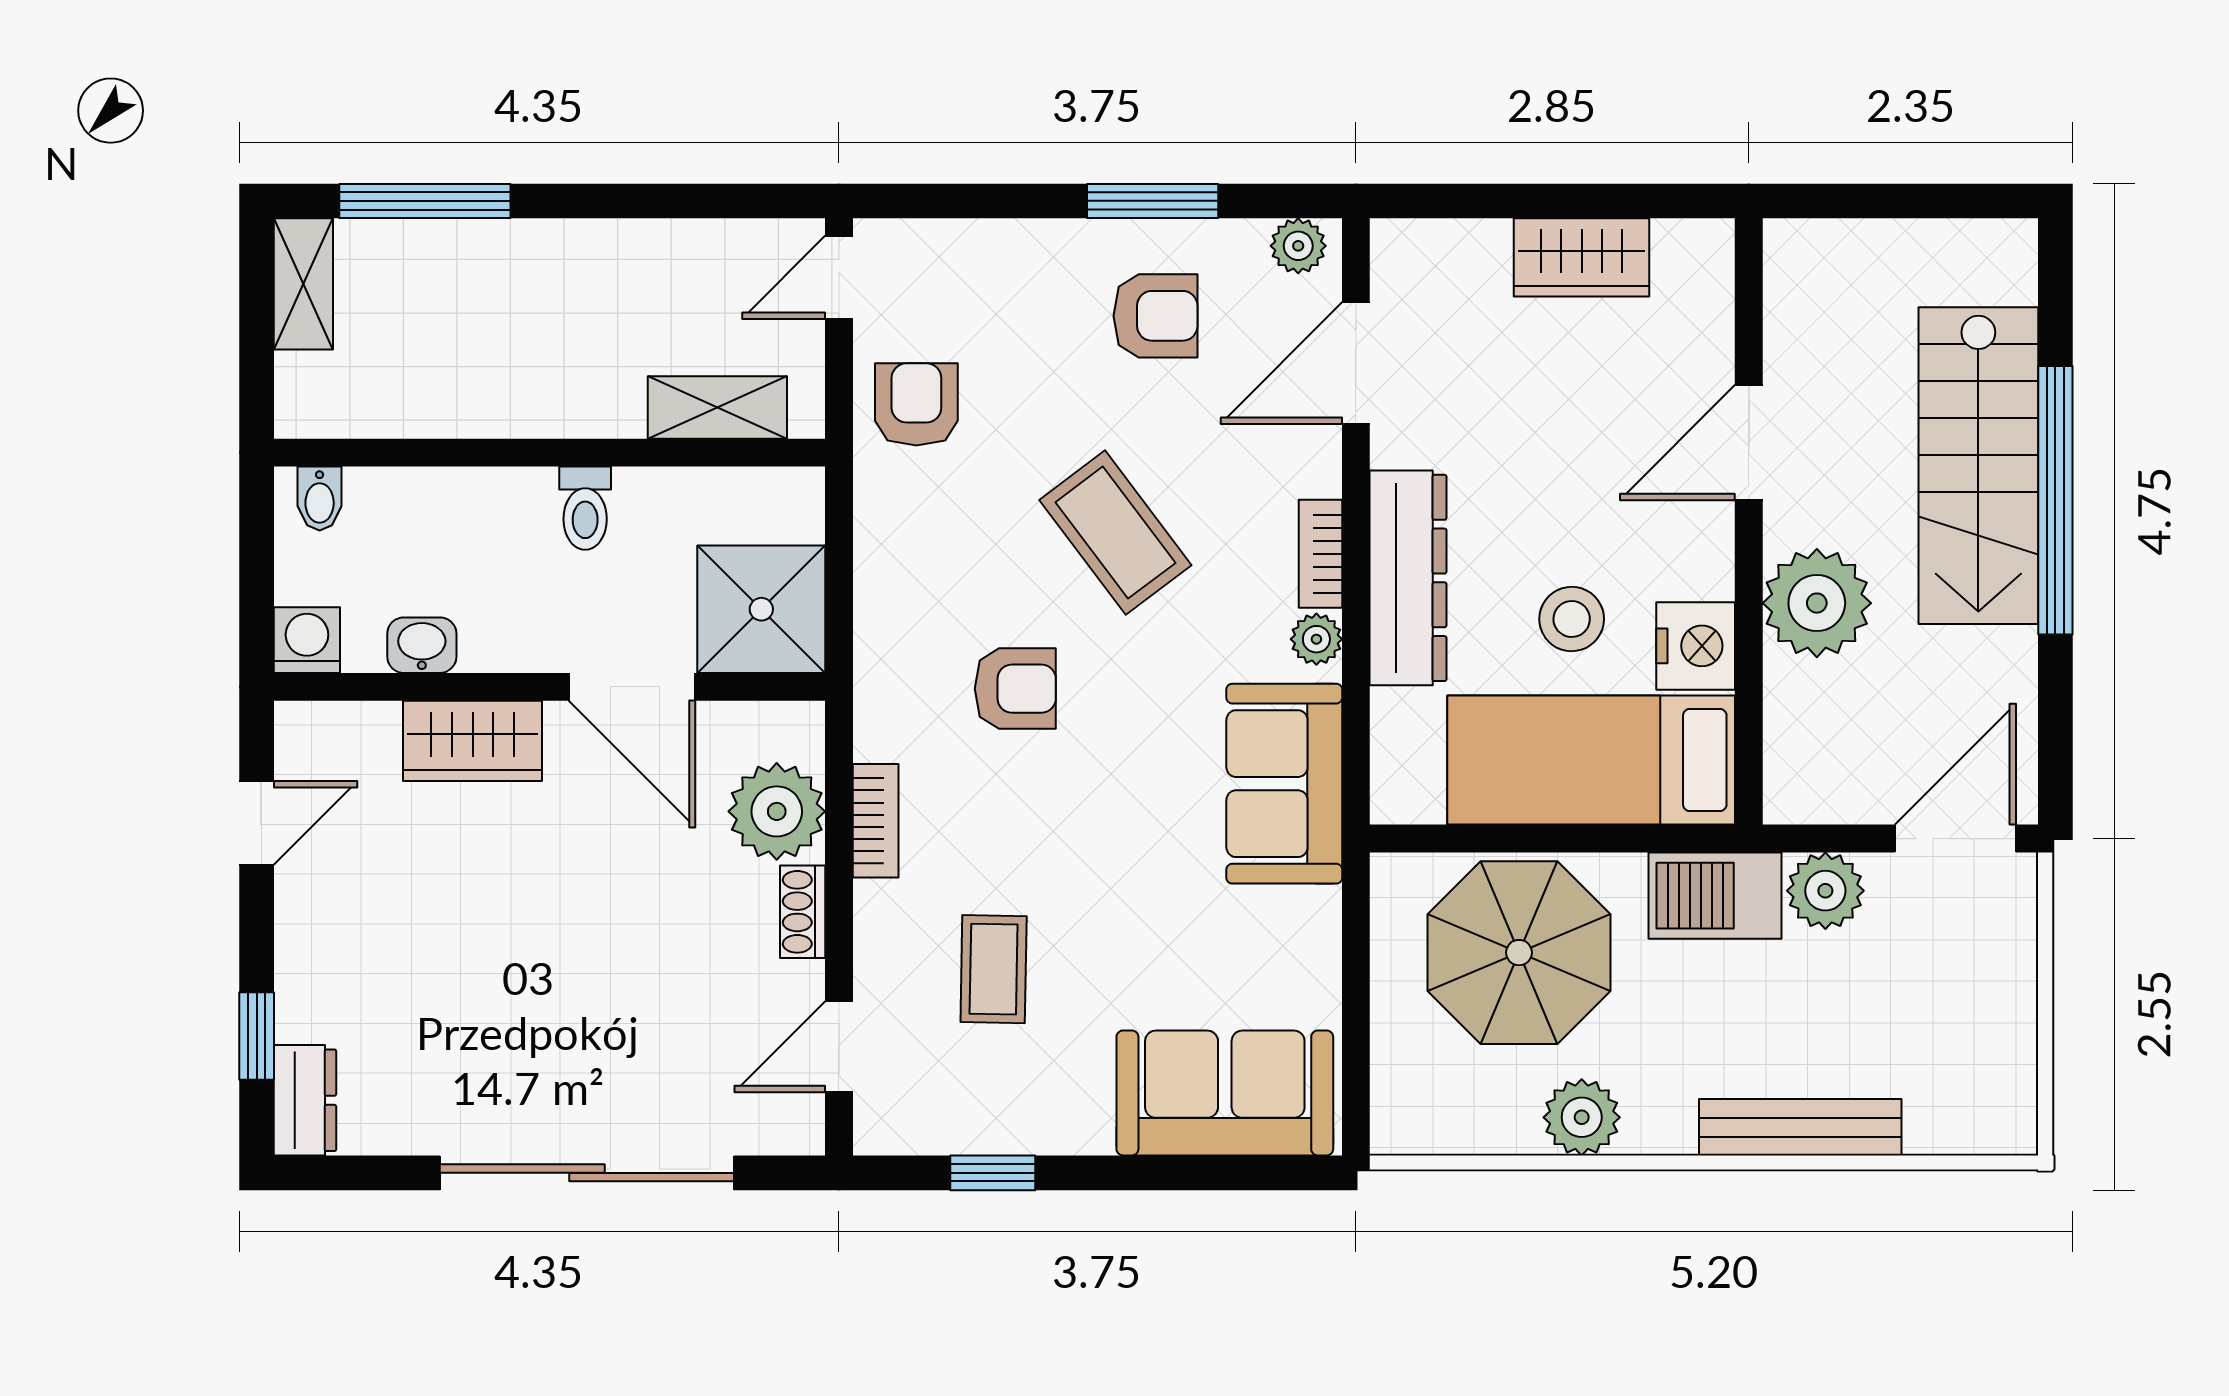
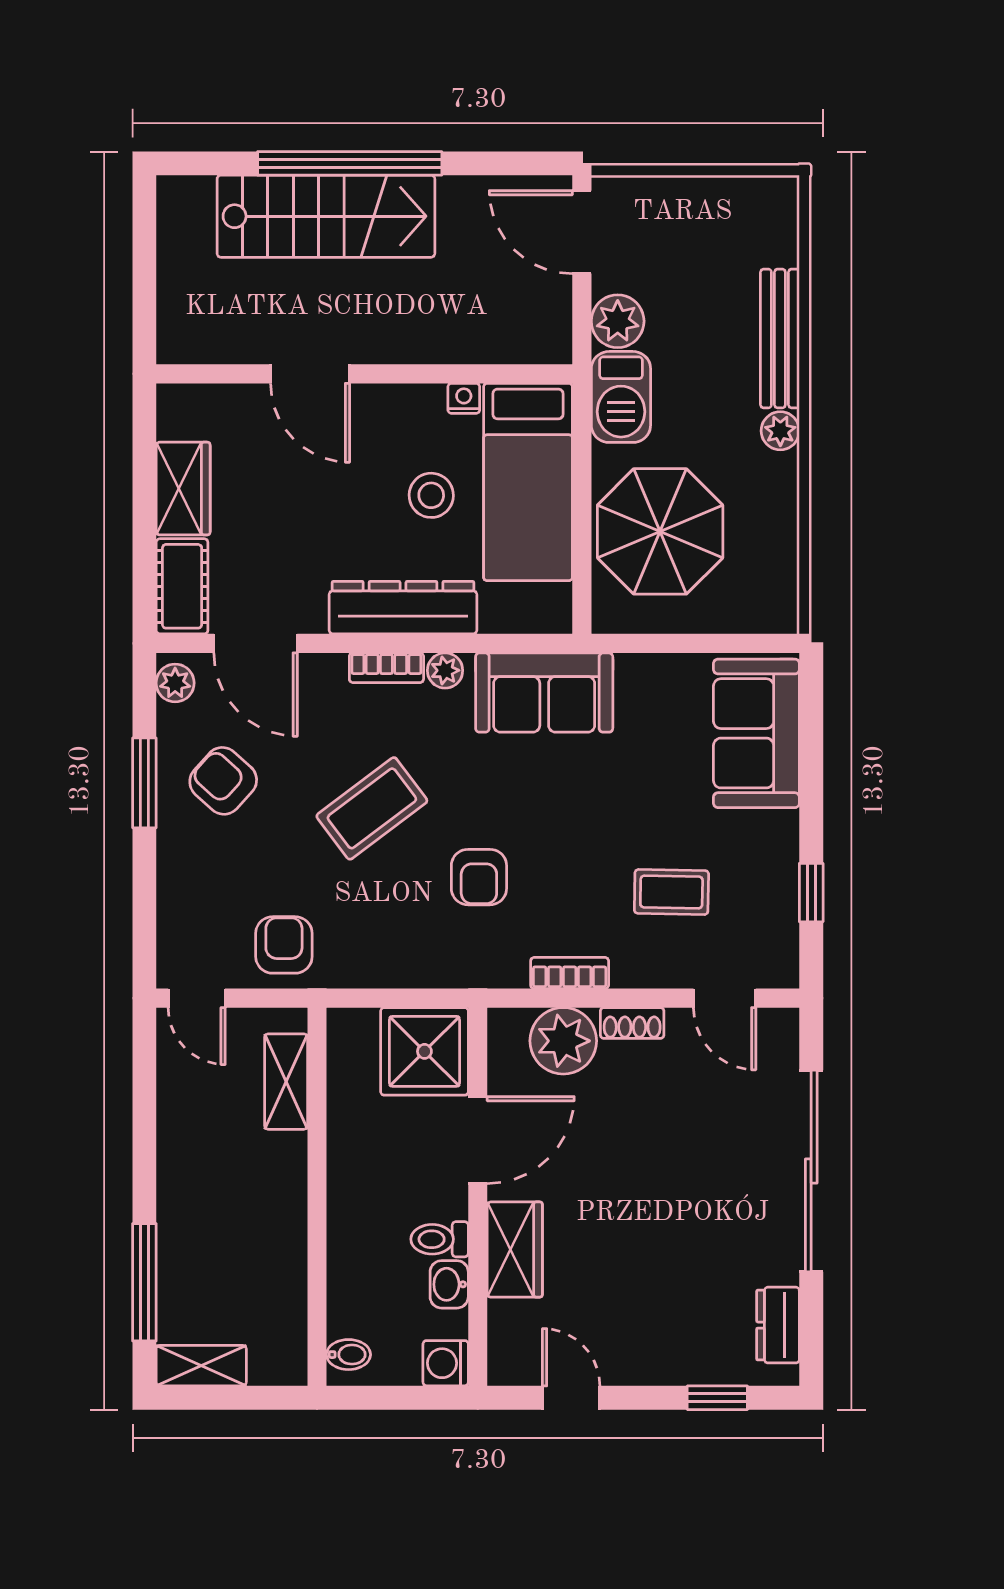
cot: (1439, 256) -> (182, 586), added
armchair: (1156, 316) -> (223, 781), turned -48
armchair: (916, 404) -> (284, 945), turned 90
toilet: (585, 508) -> (440, 1239), moved, turned 180
plant: (1817, 603) -> (420, 327), removed
nightstand: (1696, 646) -> (464, 398), width x0.53, depth x0.56
armchair: (1015, 689) -> (479, 877), turned 180
dresser: (305, 1100) -> (778, 1325), moved, turned -90
plant: (1582, 1117) -> (780, 431), moved, width x0.73, depth x0.73

